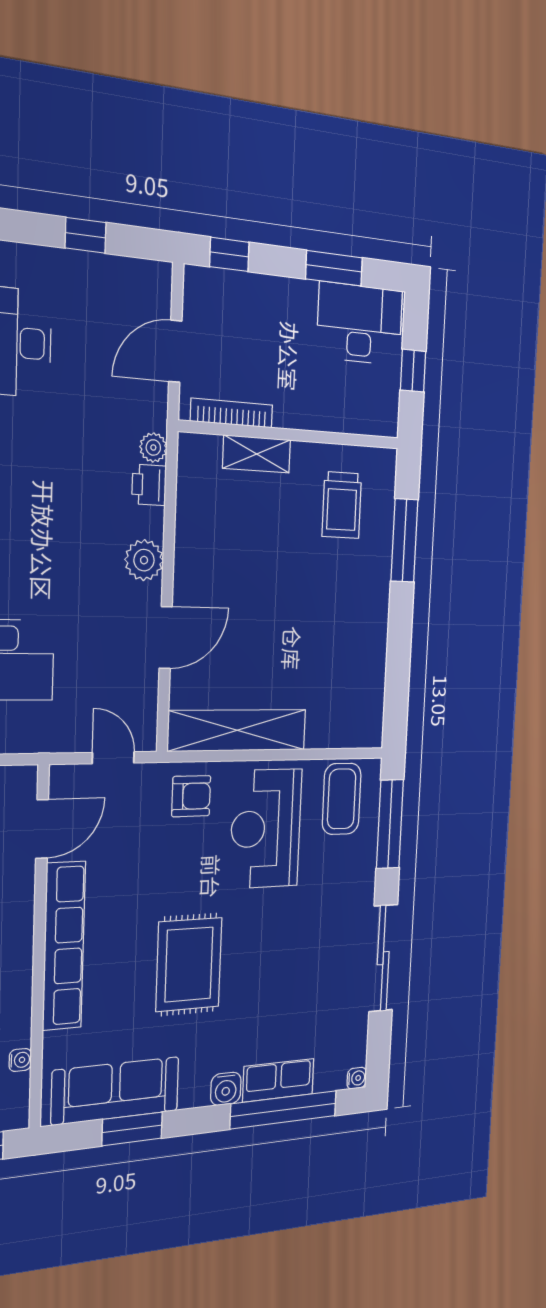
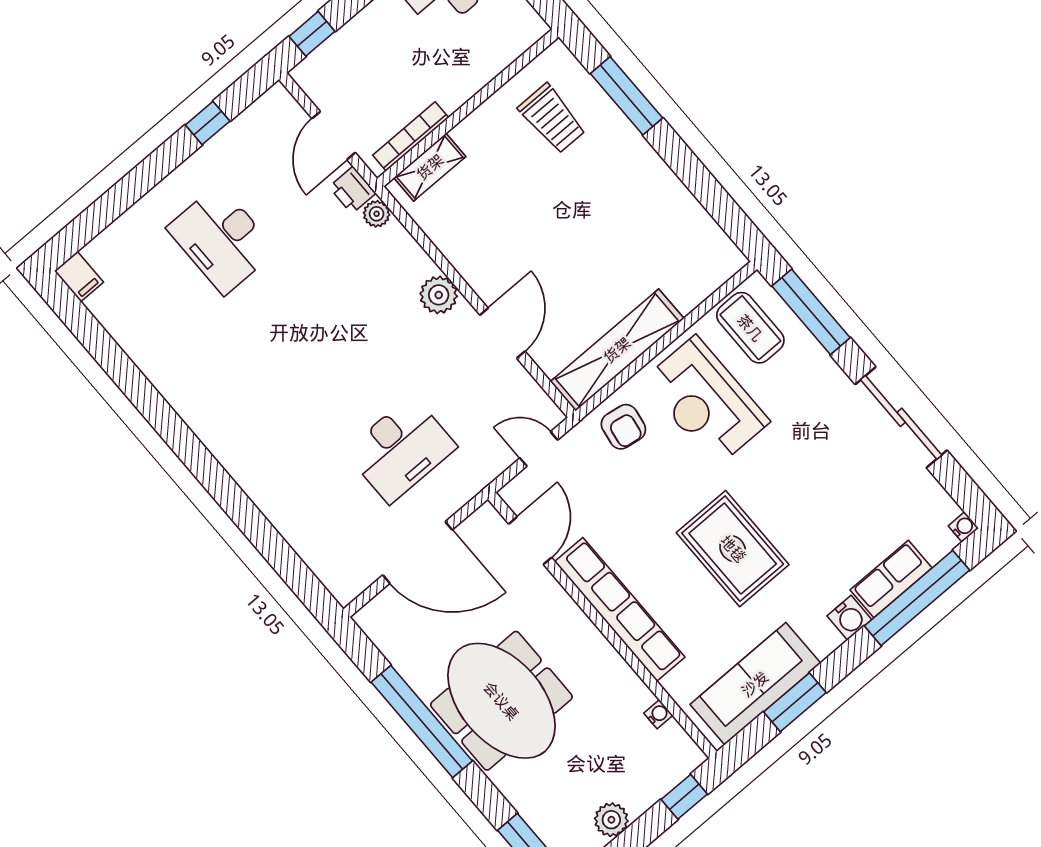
shelving: (257, 454) -> (430, 167), moved
printer: (149, 485) -> (352, 190), moved
armchair: (191, 796) -> (623, 427), turned 99

